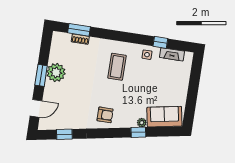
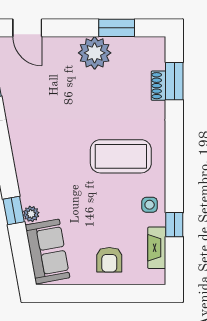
coffee table: (117, 67) -> (121, 156), width x1.36, depth x1.32
window: (41, 75) -> (117, 28), moved
armchair: (105, 115) -> (109, 260), moved

